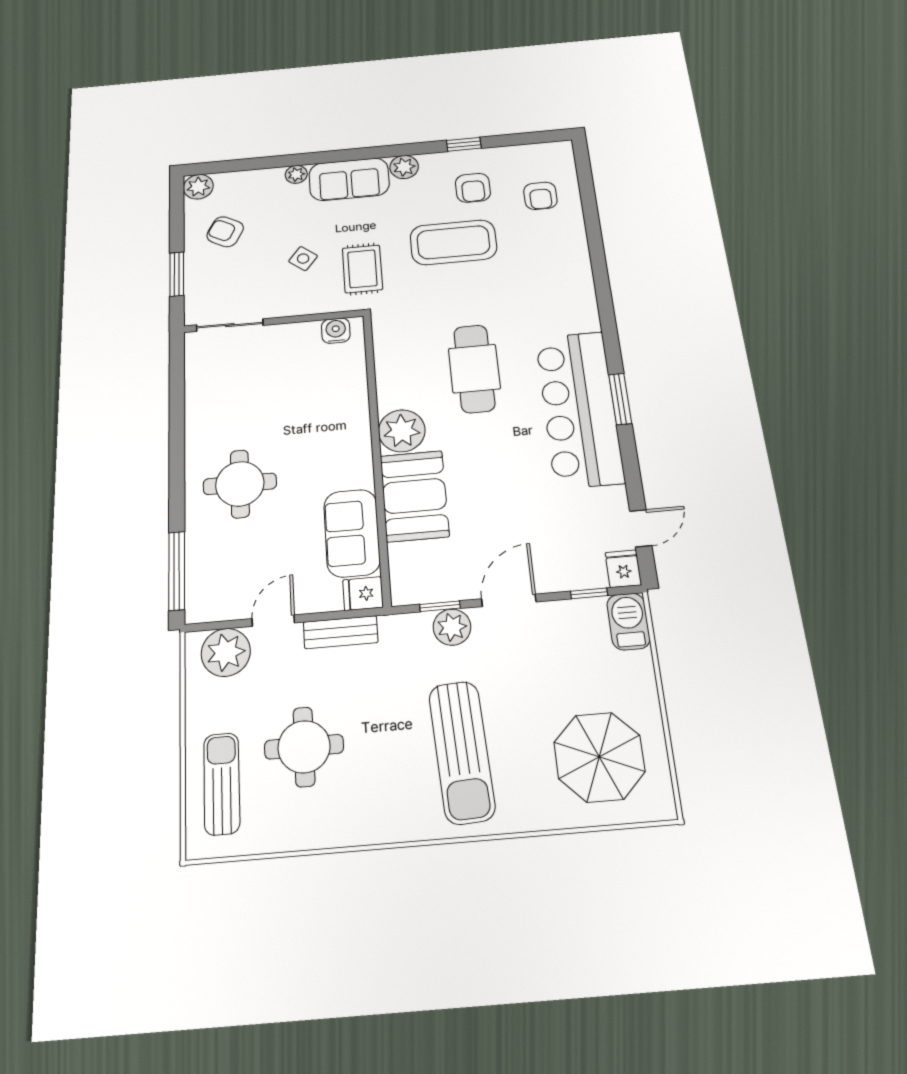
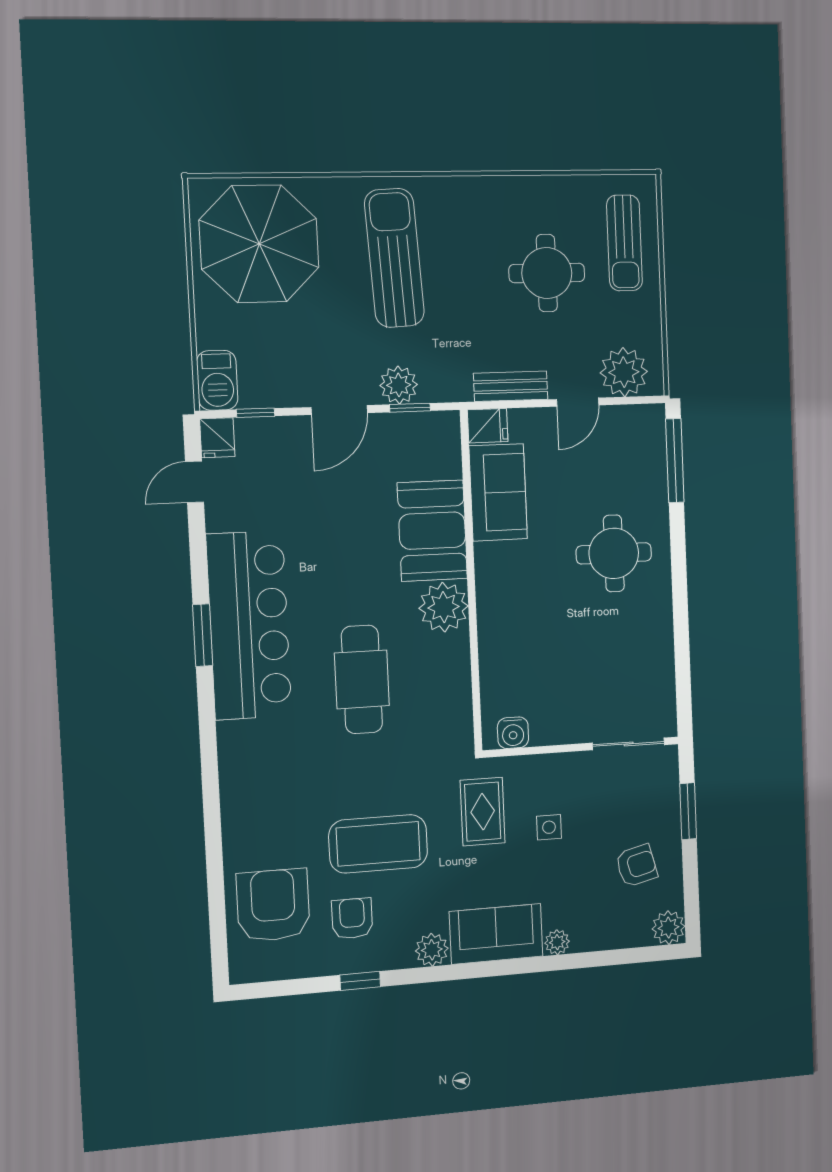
armchair: (540, 196) -> (273, 905), width x1.88, depth x1.88
armchair: (225, 232) -> (637, 866), turned -42
side table: (303, 259) -> (549, 827), turned -38
parasol: (599, 757) -> (259, 244), width x1.36, depth x1.36

